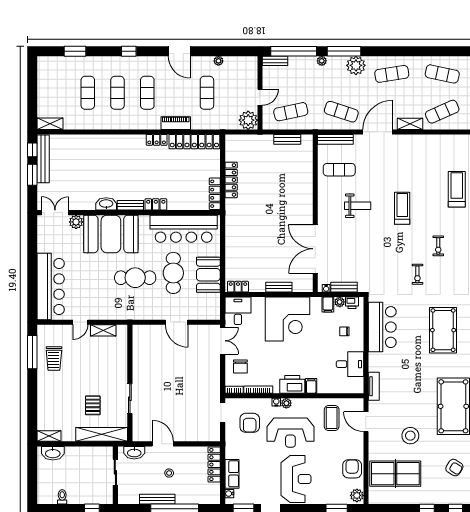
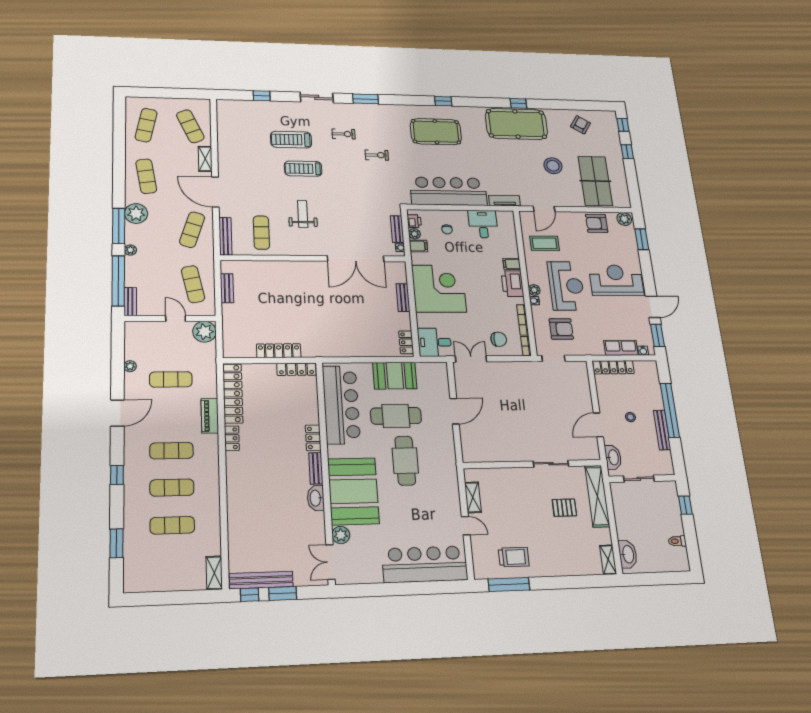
treadmill: (457, 189) -> (291, 140), moved
bar counter: (382, 327) -> (448, 191), width x1.36

